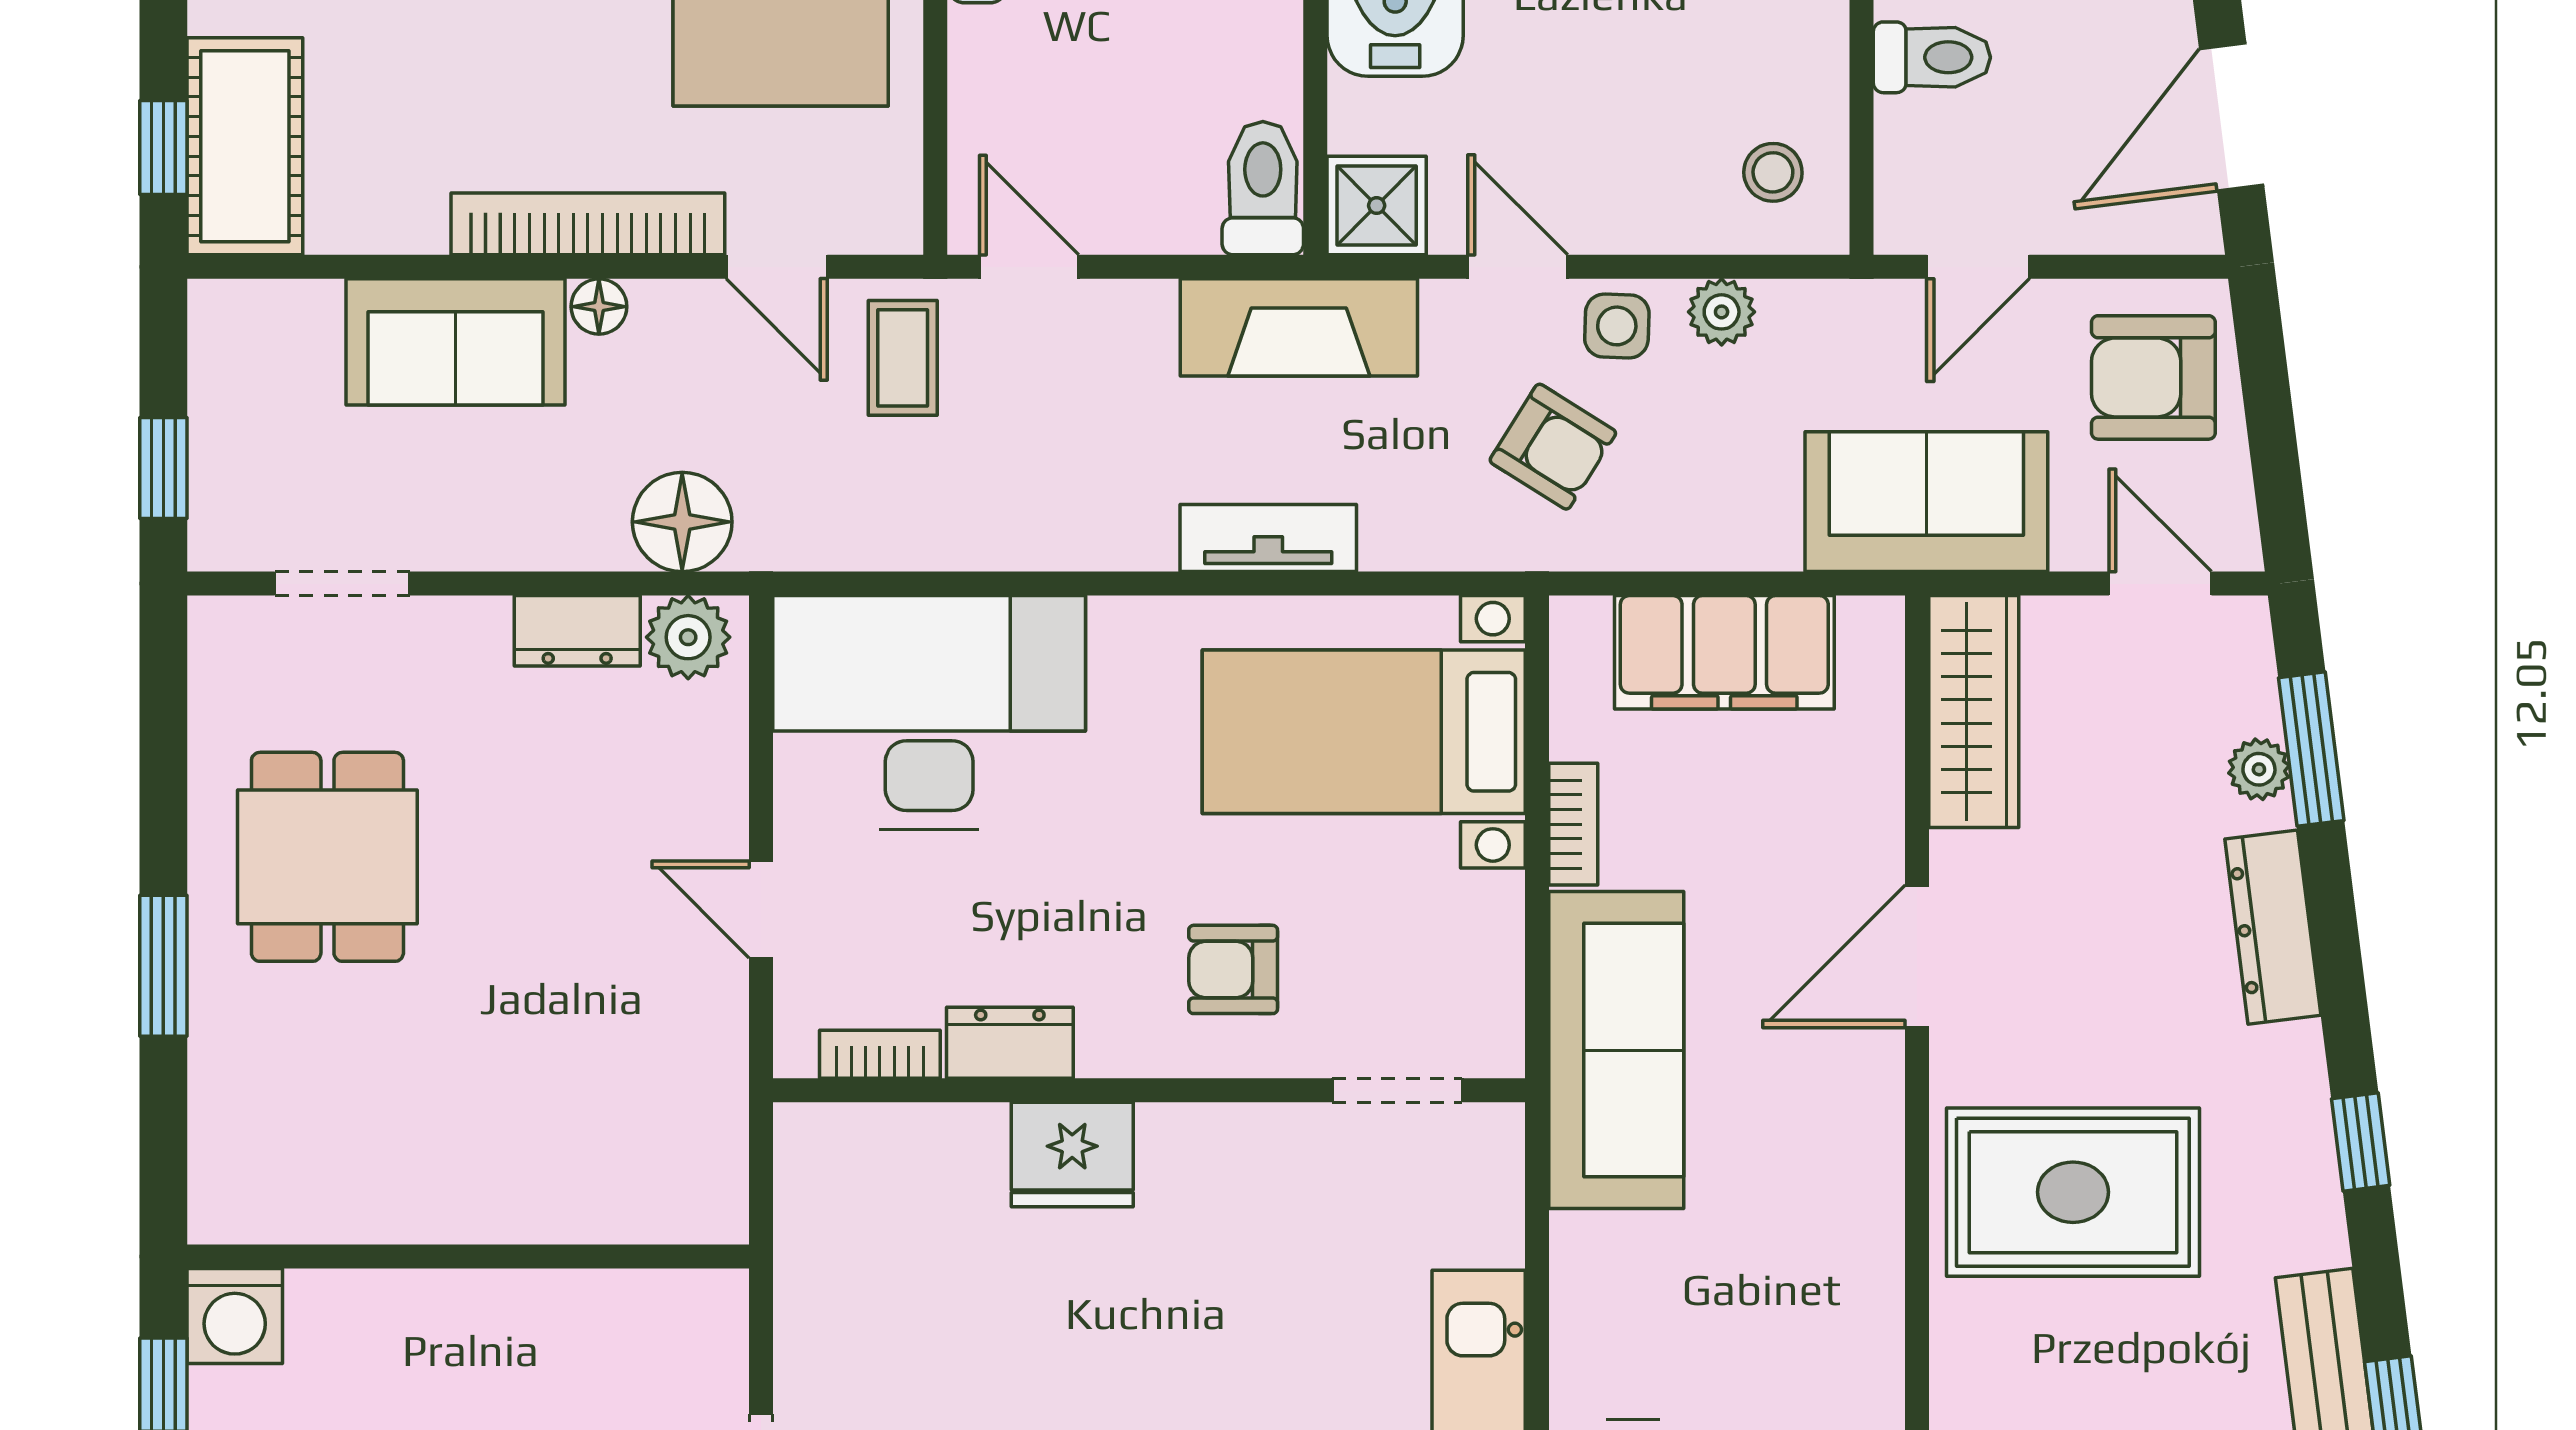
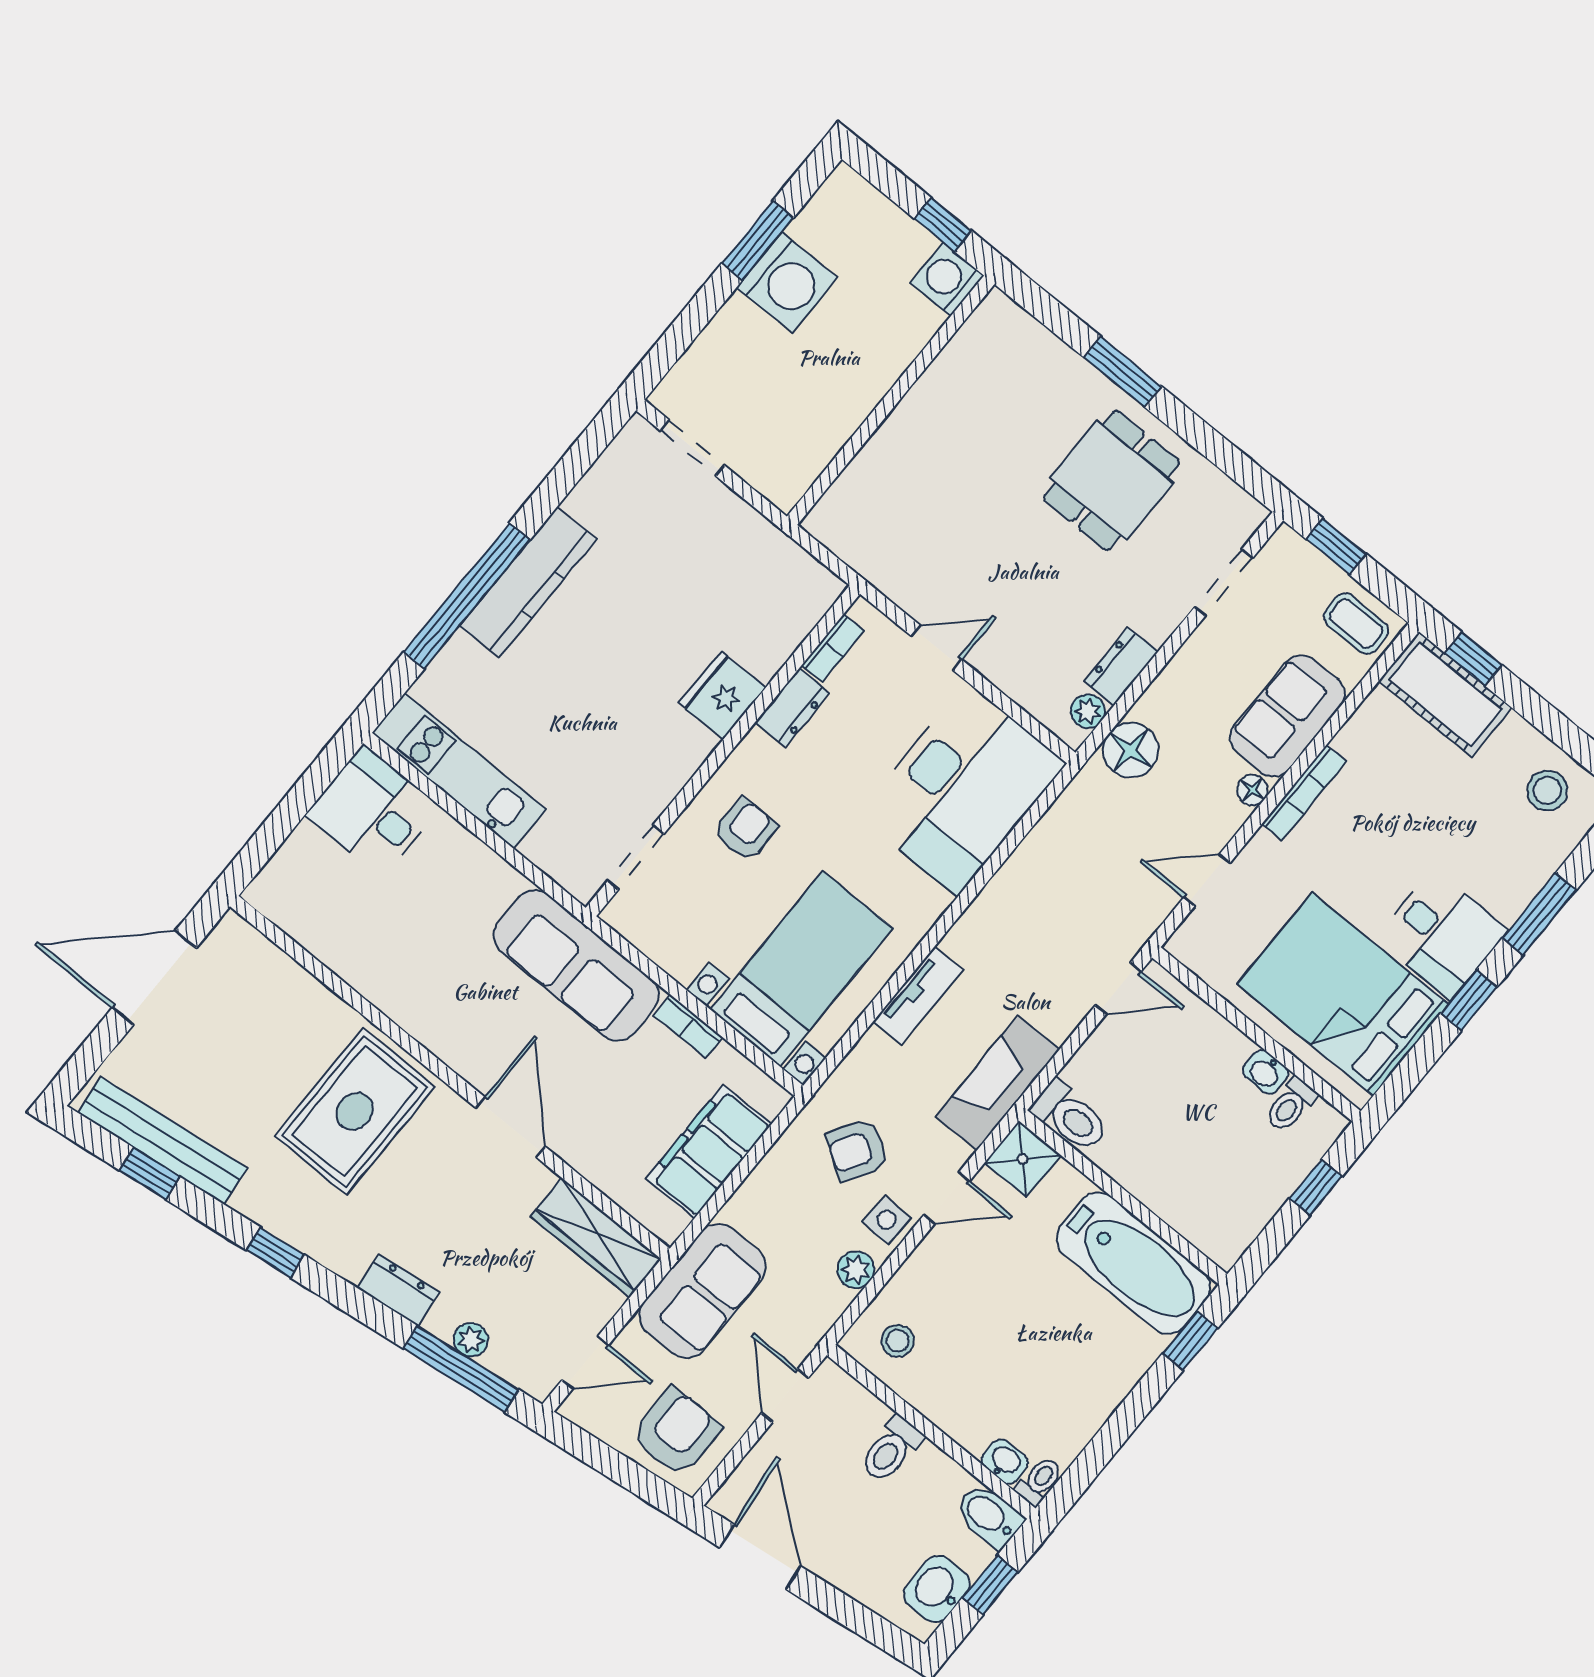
bookcase: (588, 224) -> (1304, 793), width x0.68, depth x0.76
coffee table: (903, 358) -> (1356, 624), moved
plant: (688, 637) -> (1088, 711), width x0.73, depth x0.73
window: (2311, 749) -> (461, 1369), width x1.44
dining table: (327, 857) -> (1112, 480), turned 90
dresser: (2273, 927) -> (398, 1290), width x0.70

